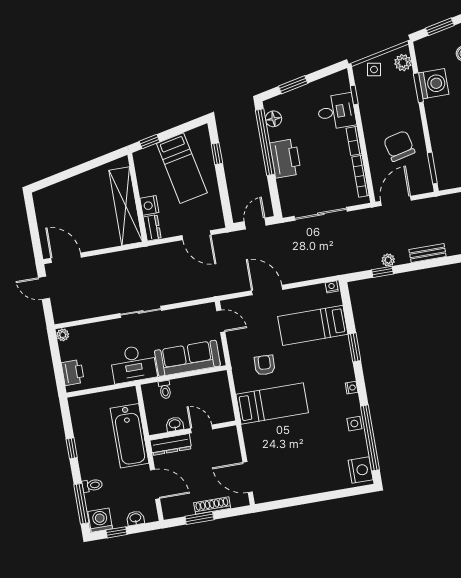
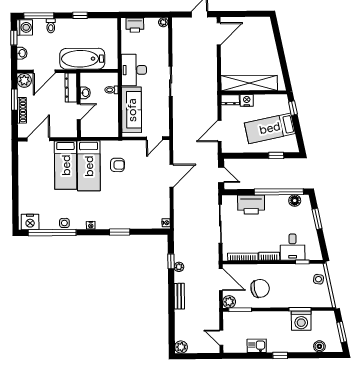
plant: (403, 63) -> (229, 302), moved
printer: (285, 158) -> (251, 205), moved
bed: (313, 325) -> (66, 165), moved, turned 180
plant: (171, 509) -> (24, 80), added

